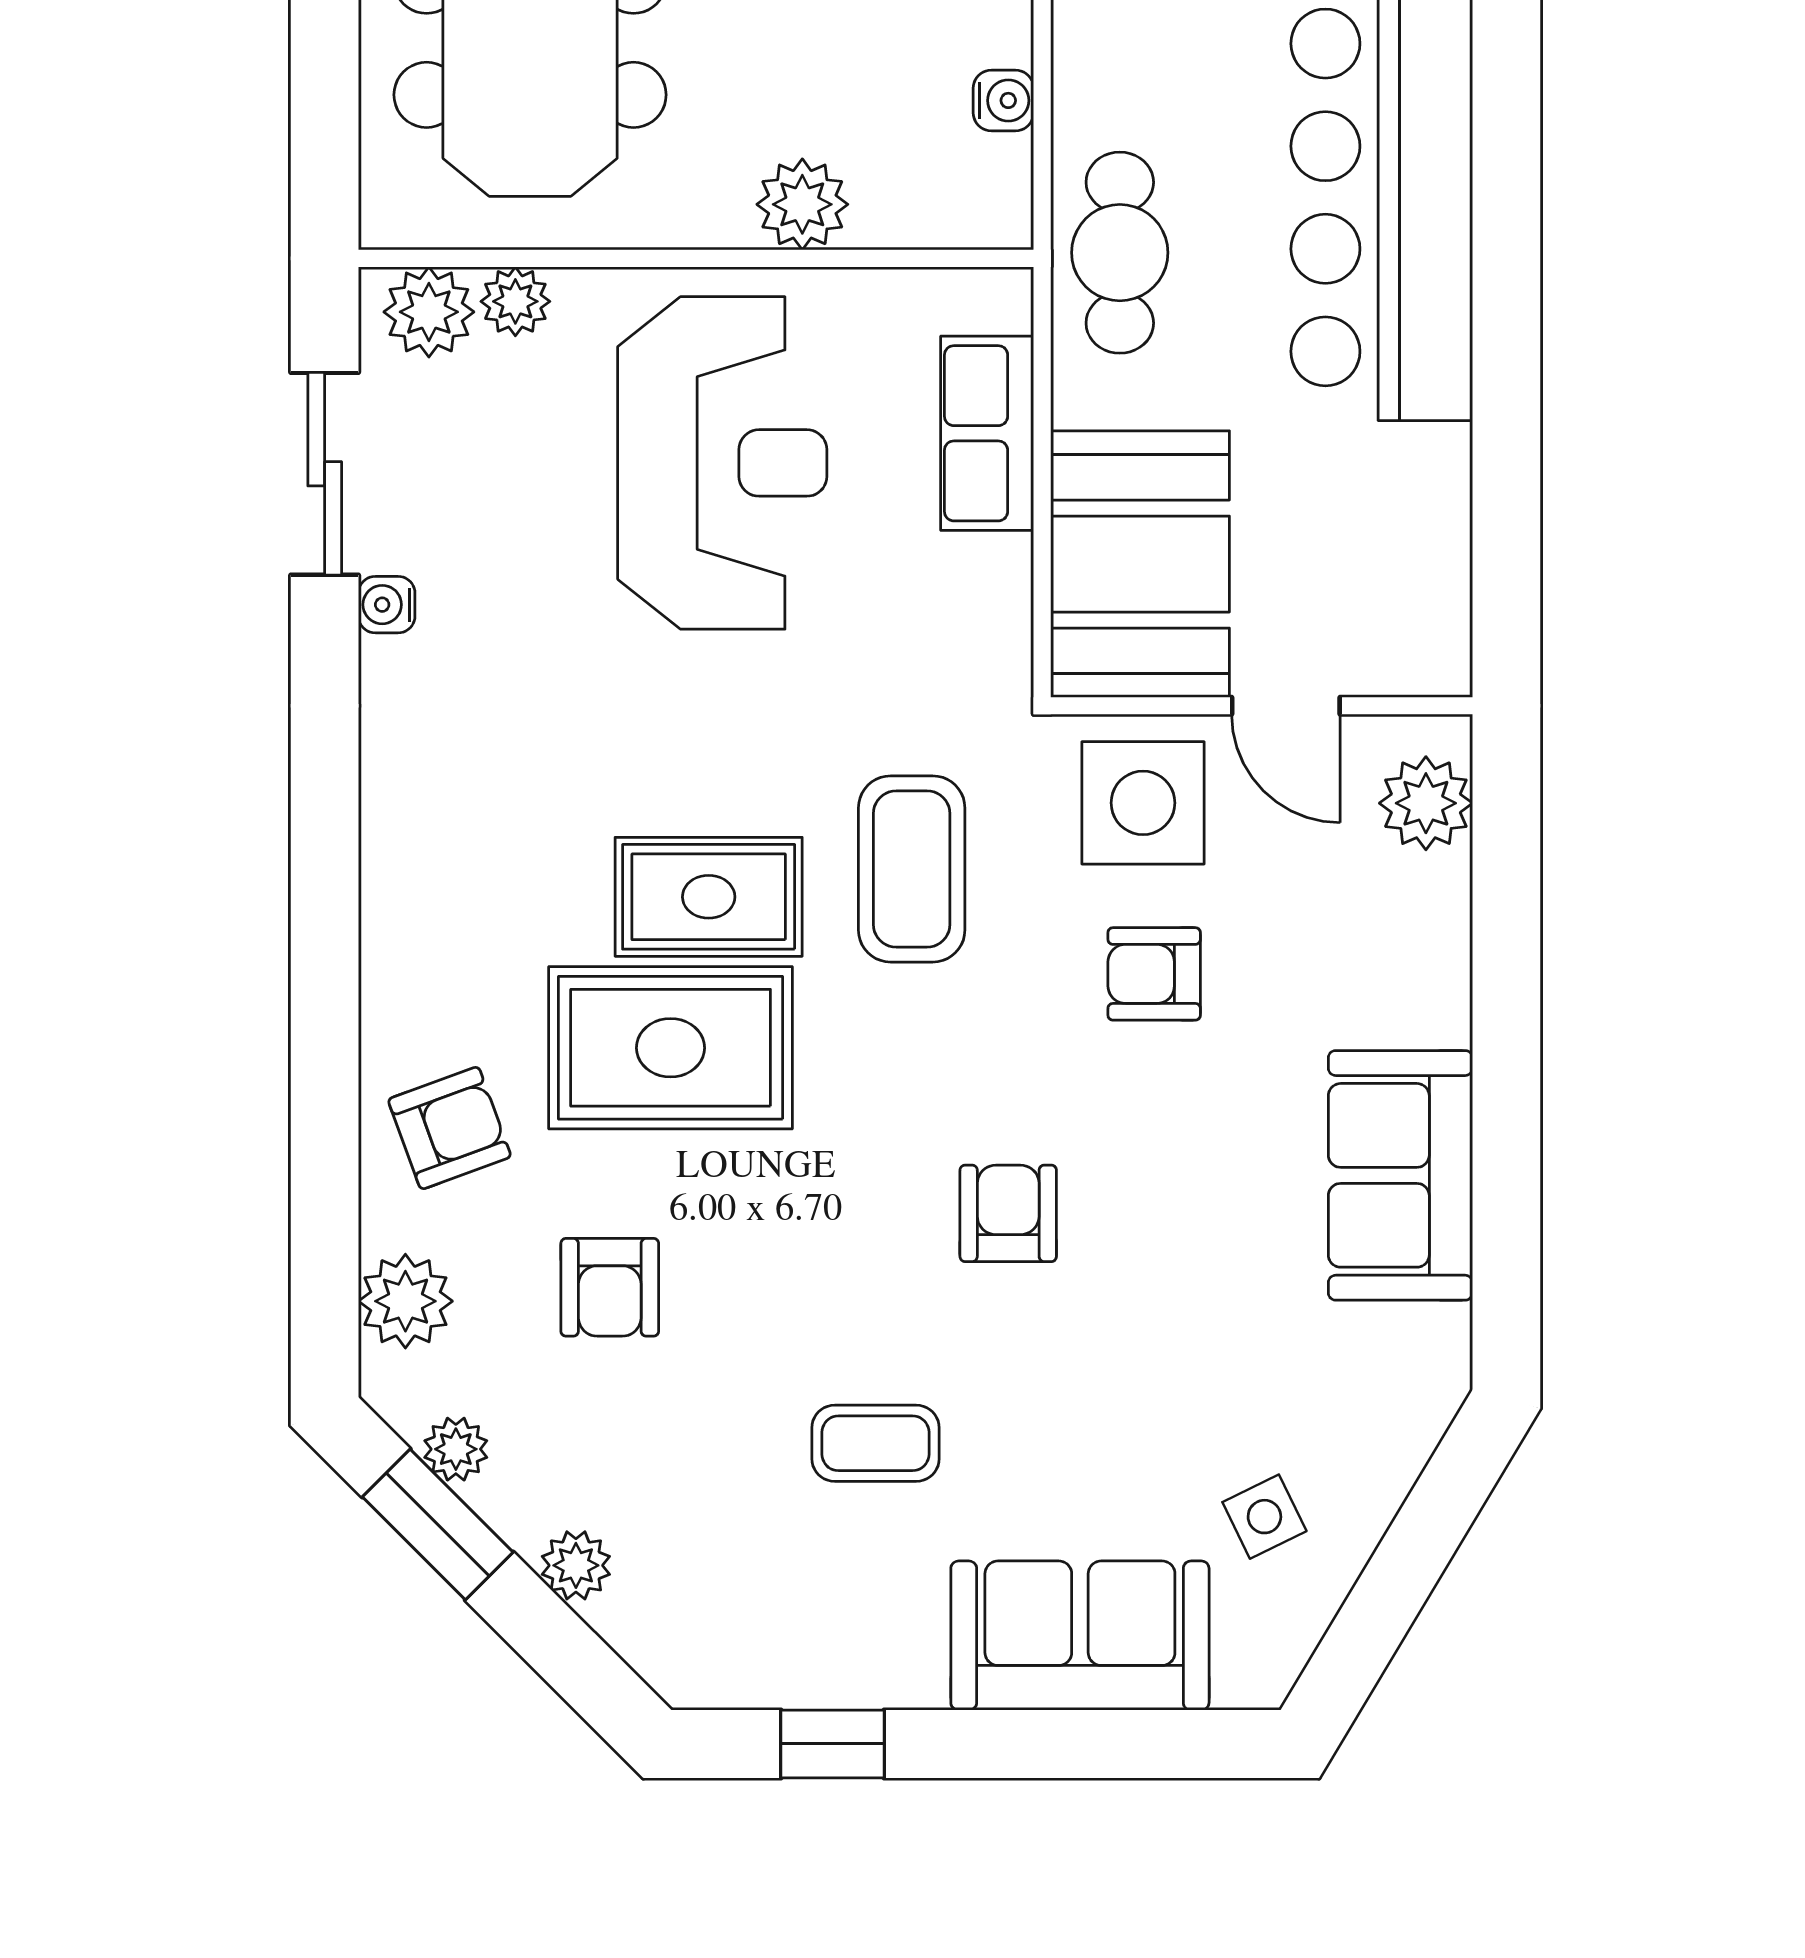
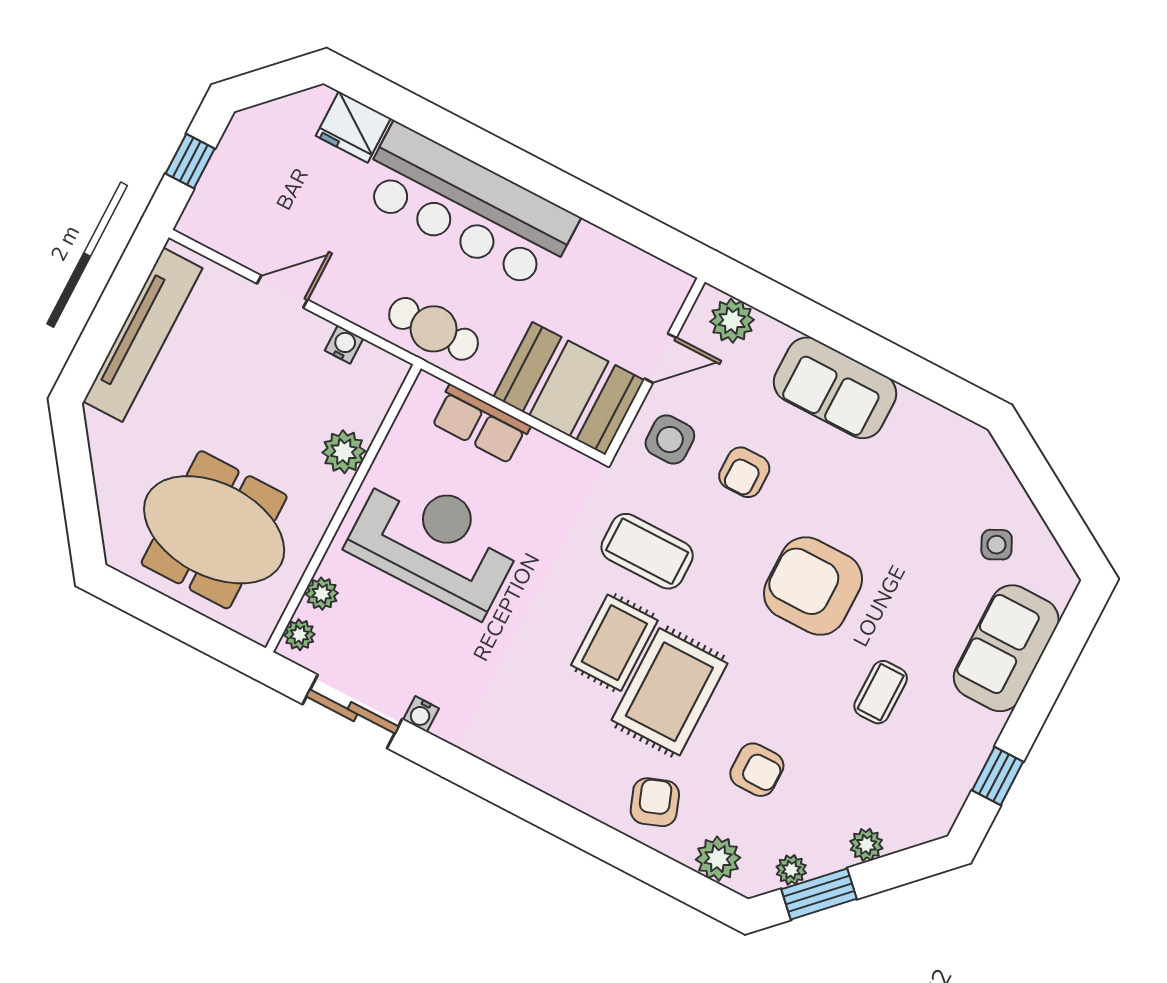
plant: (429, 312) -> (299, 635), width x0.73, depth x0.73
side table: (1143, 803) -> (670, 440), width x0.73, depth x0.73
sofa: (1400, 1175) -> (835, 388), moved
armchair: (1008, 1213) -> (813, 586), width x1.88, depth x1.88

